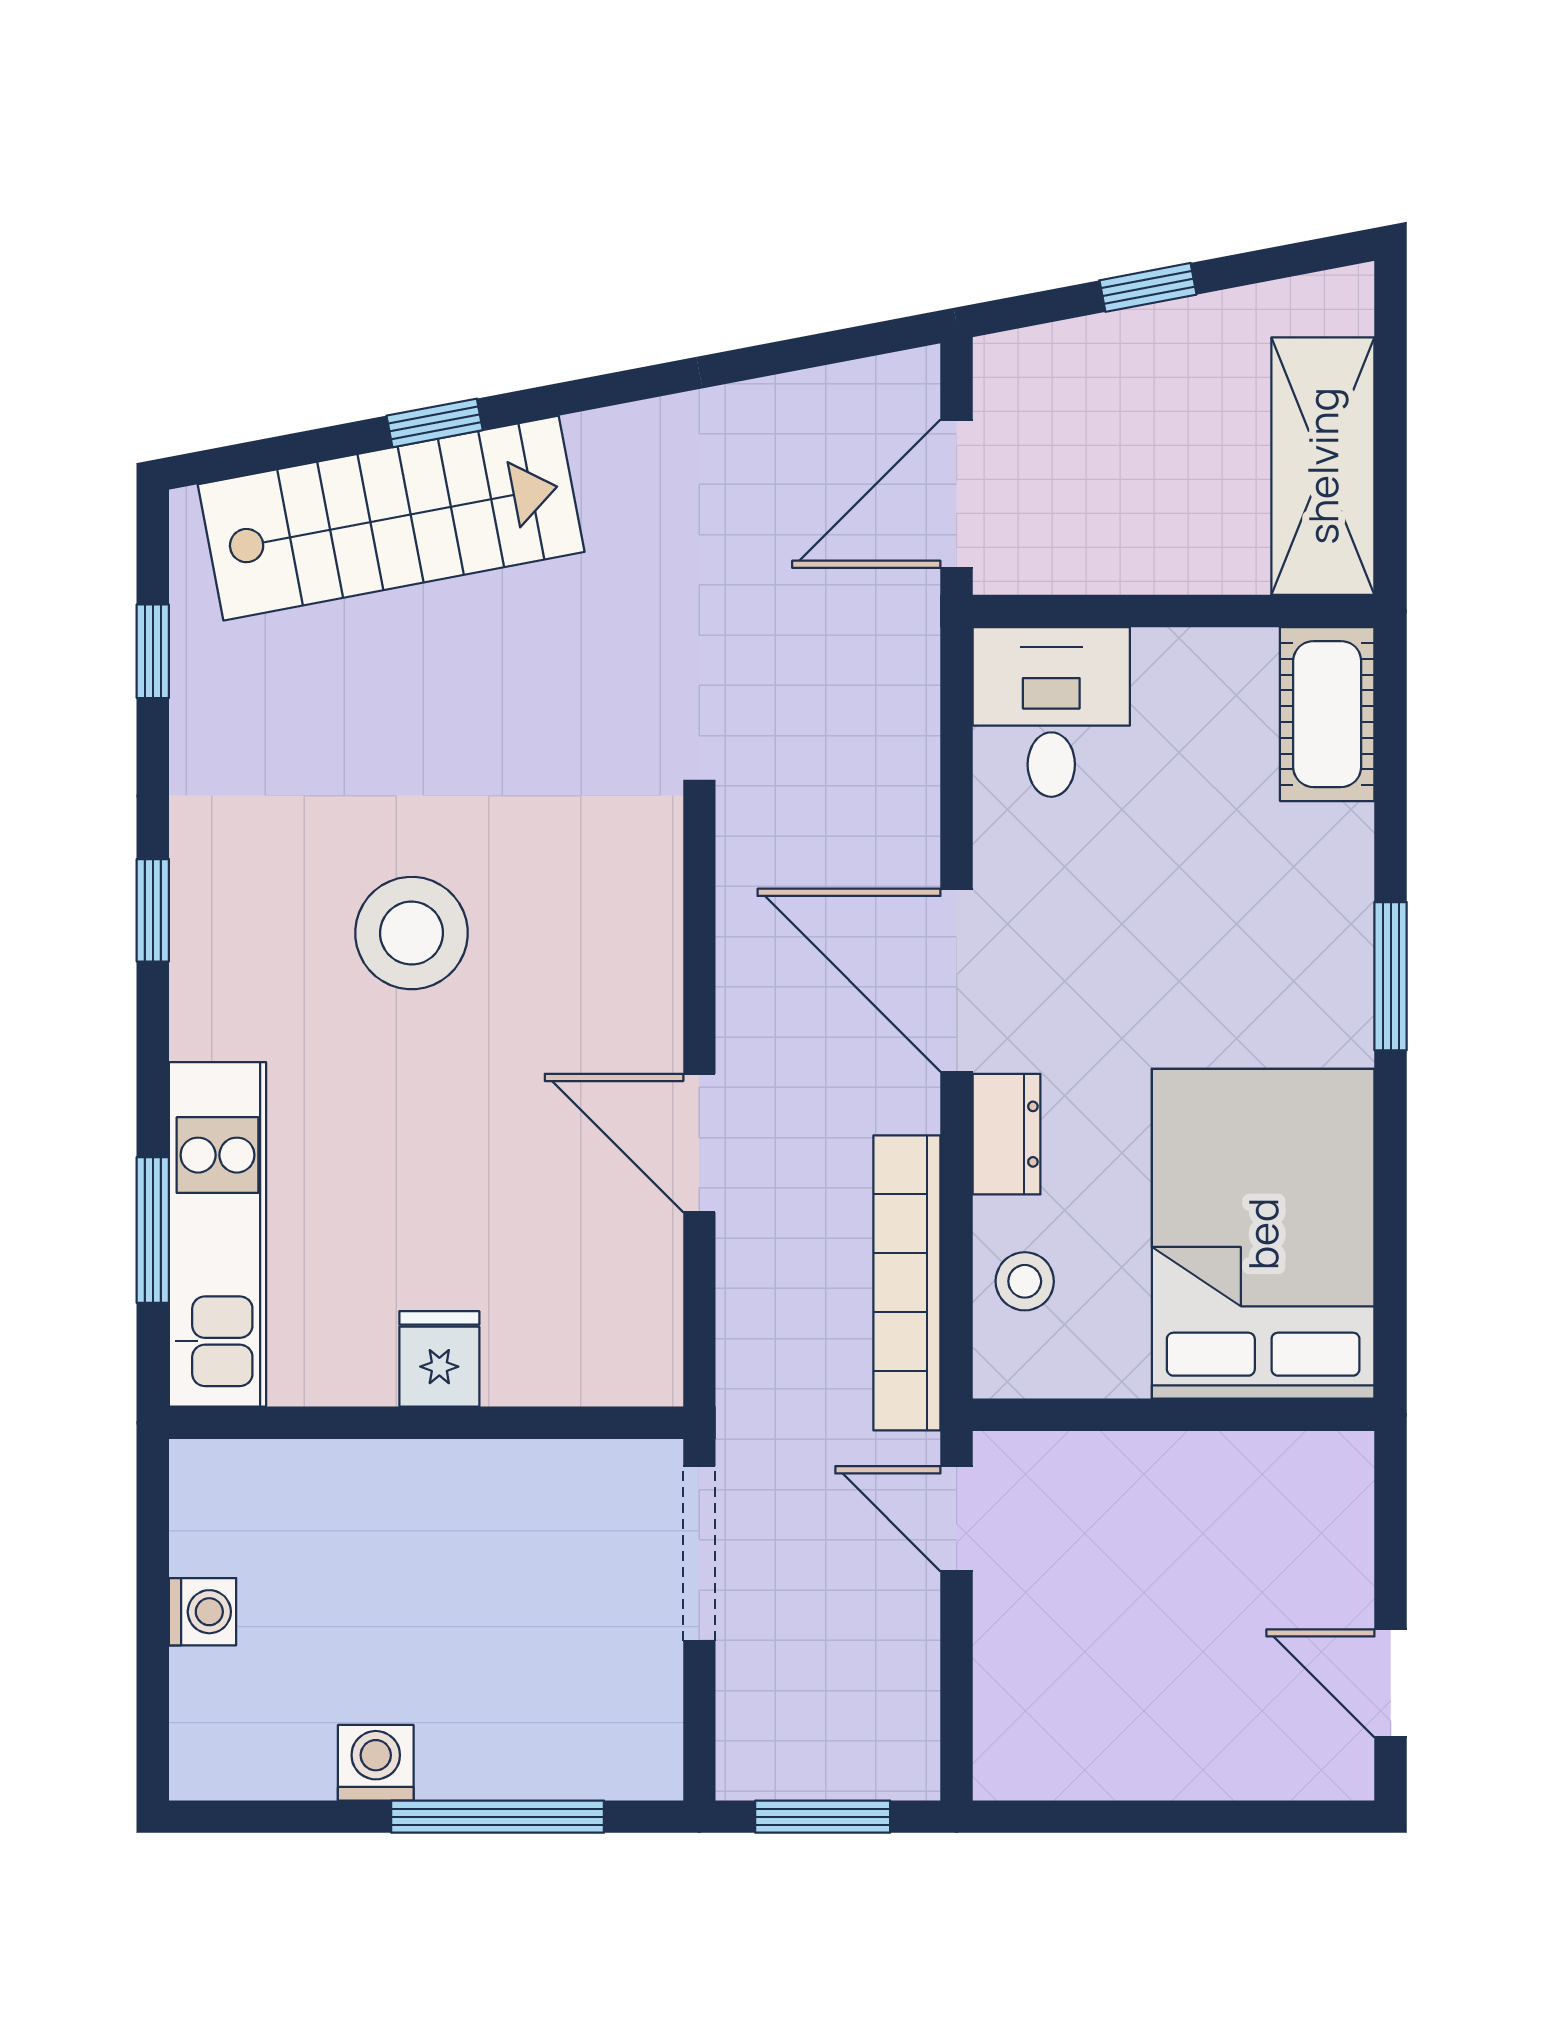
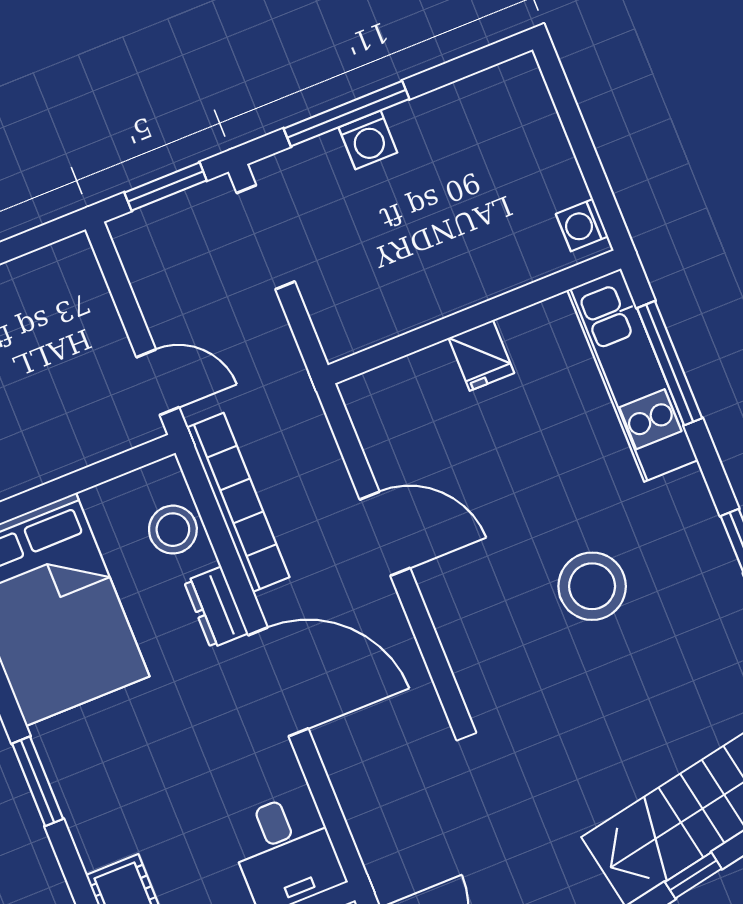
window: (153, 1230) -> (670, 363), width x1.44
stool: (1025, 1281) -> (173, 530), width x1.37, depth x1.37
doorway: (699, 1553) -> (266, 237), moved
washing machine: (203, 1612) -> (582, 225), moved
washing machine: (376, 1763) -> (368, 140), moved

